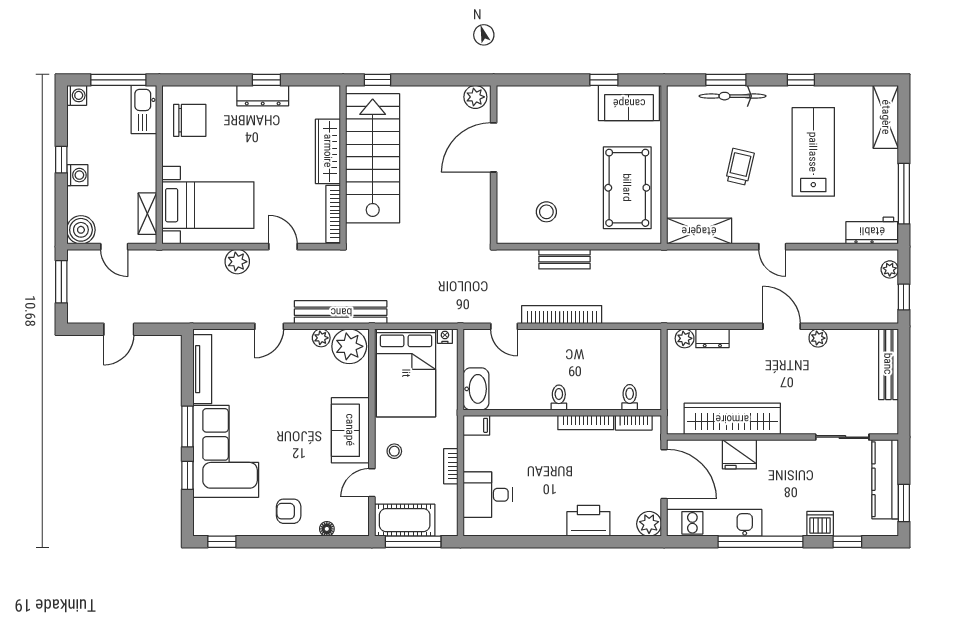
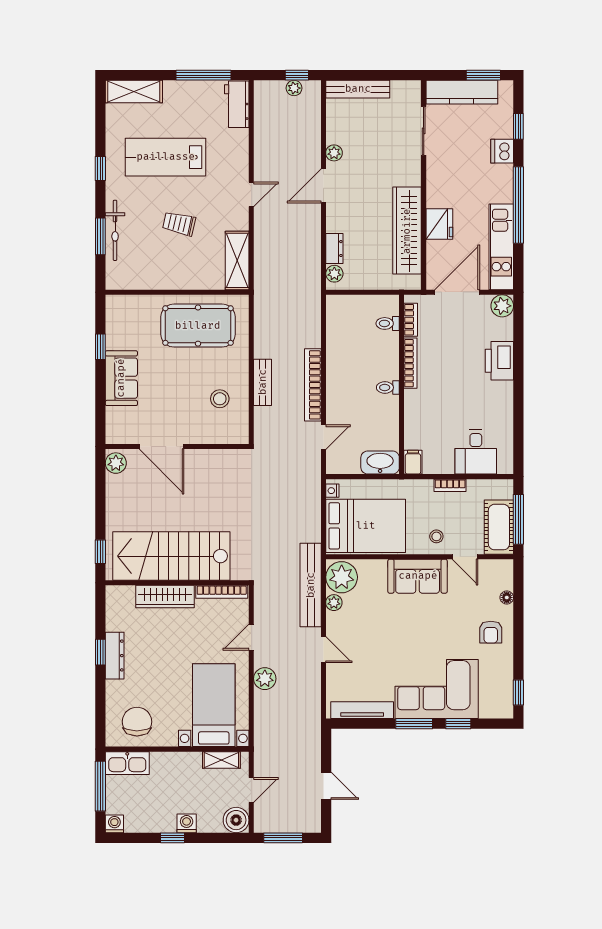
sofa: (629, 103) -> (121, 378), moved
plant: (890, 269) -> (294, 88), moved

